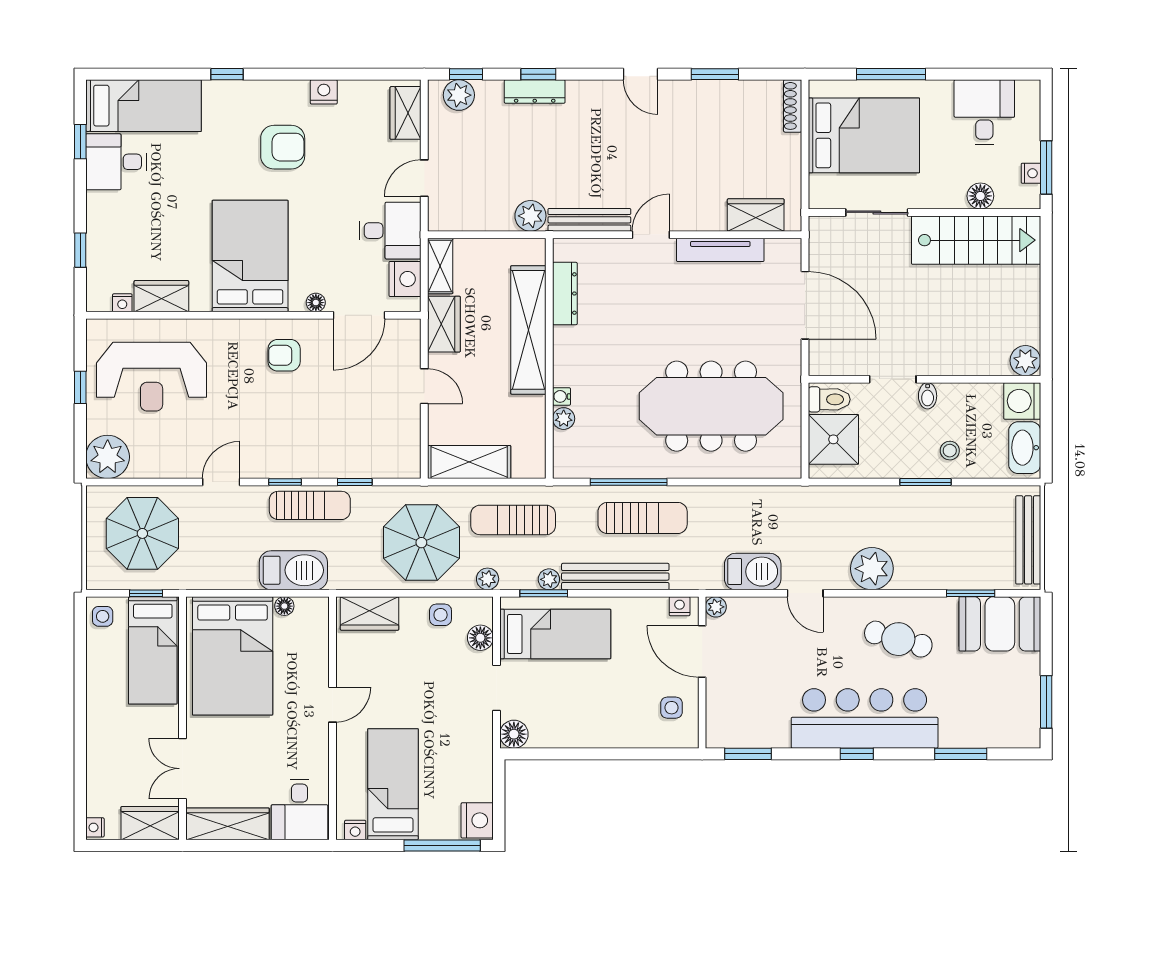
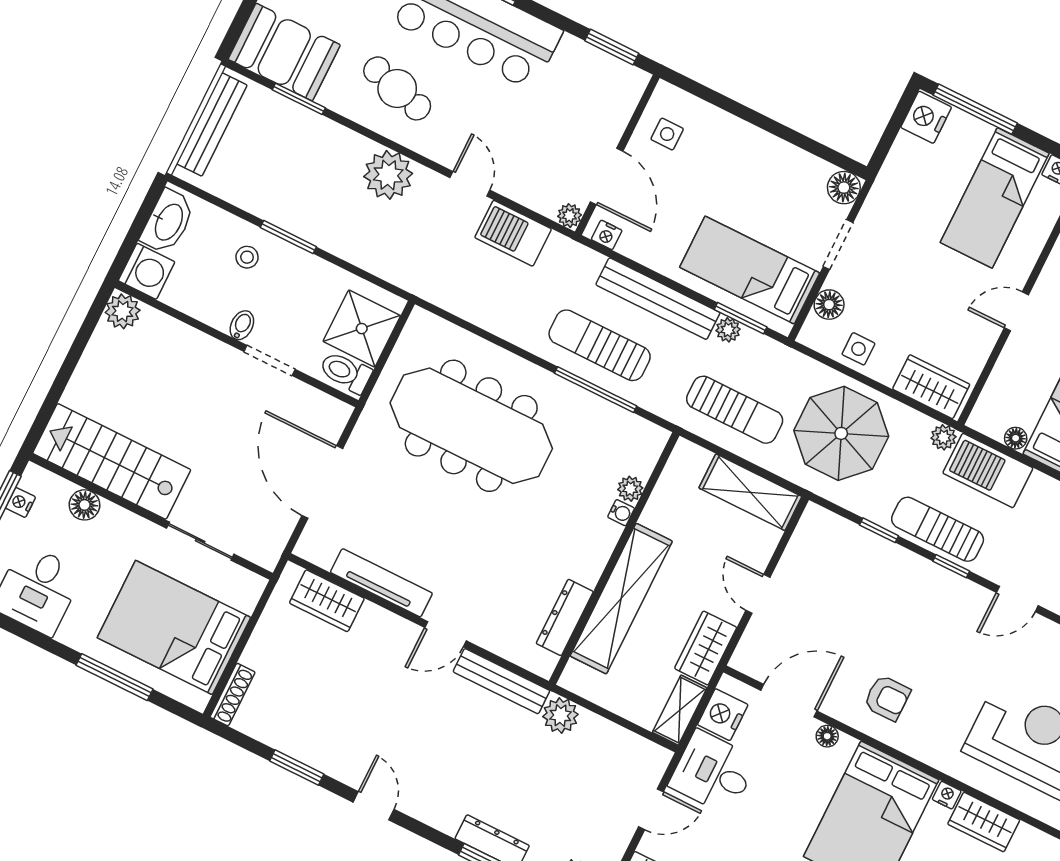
nightstand: (122, 303) -> (947, 795), moved
plant: (488, 579) -> (943, 437), moved

